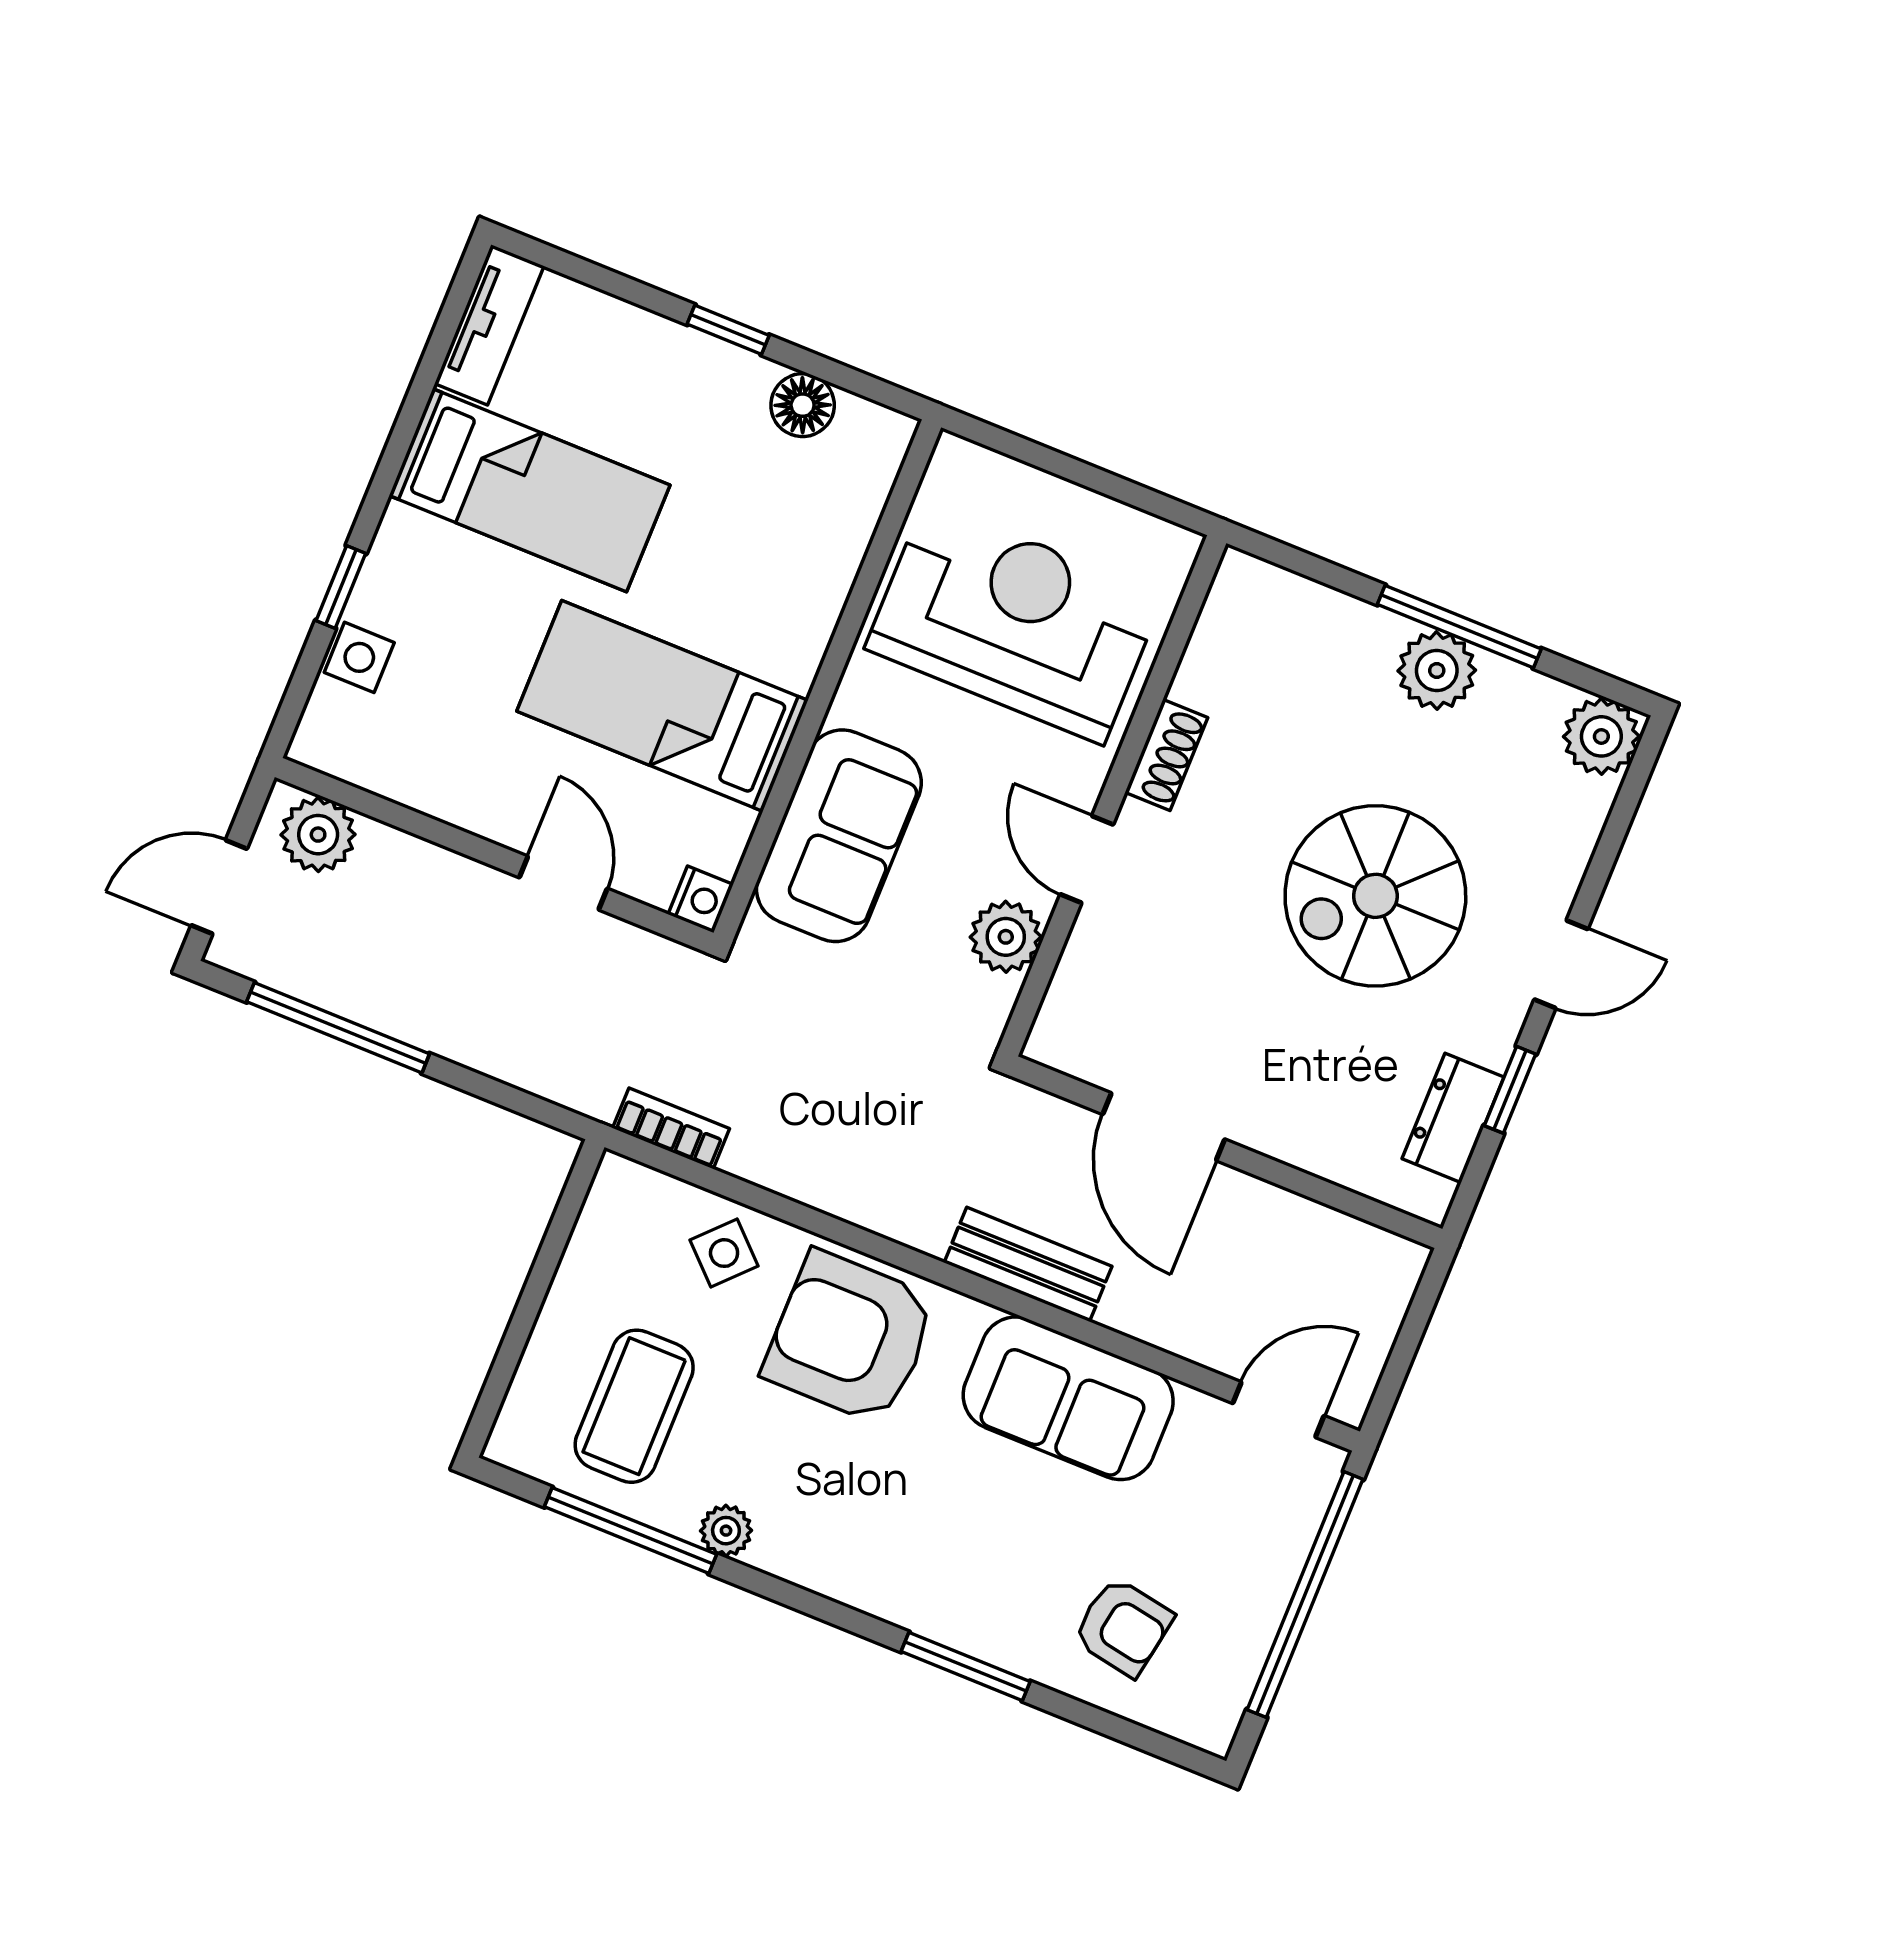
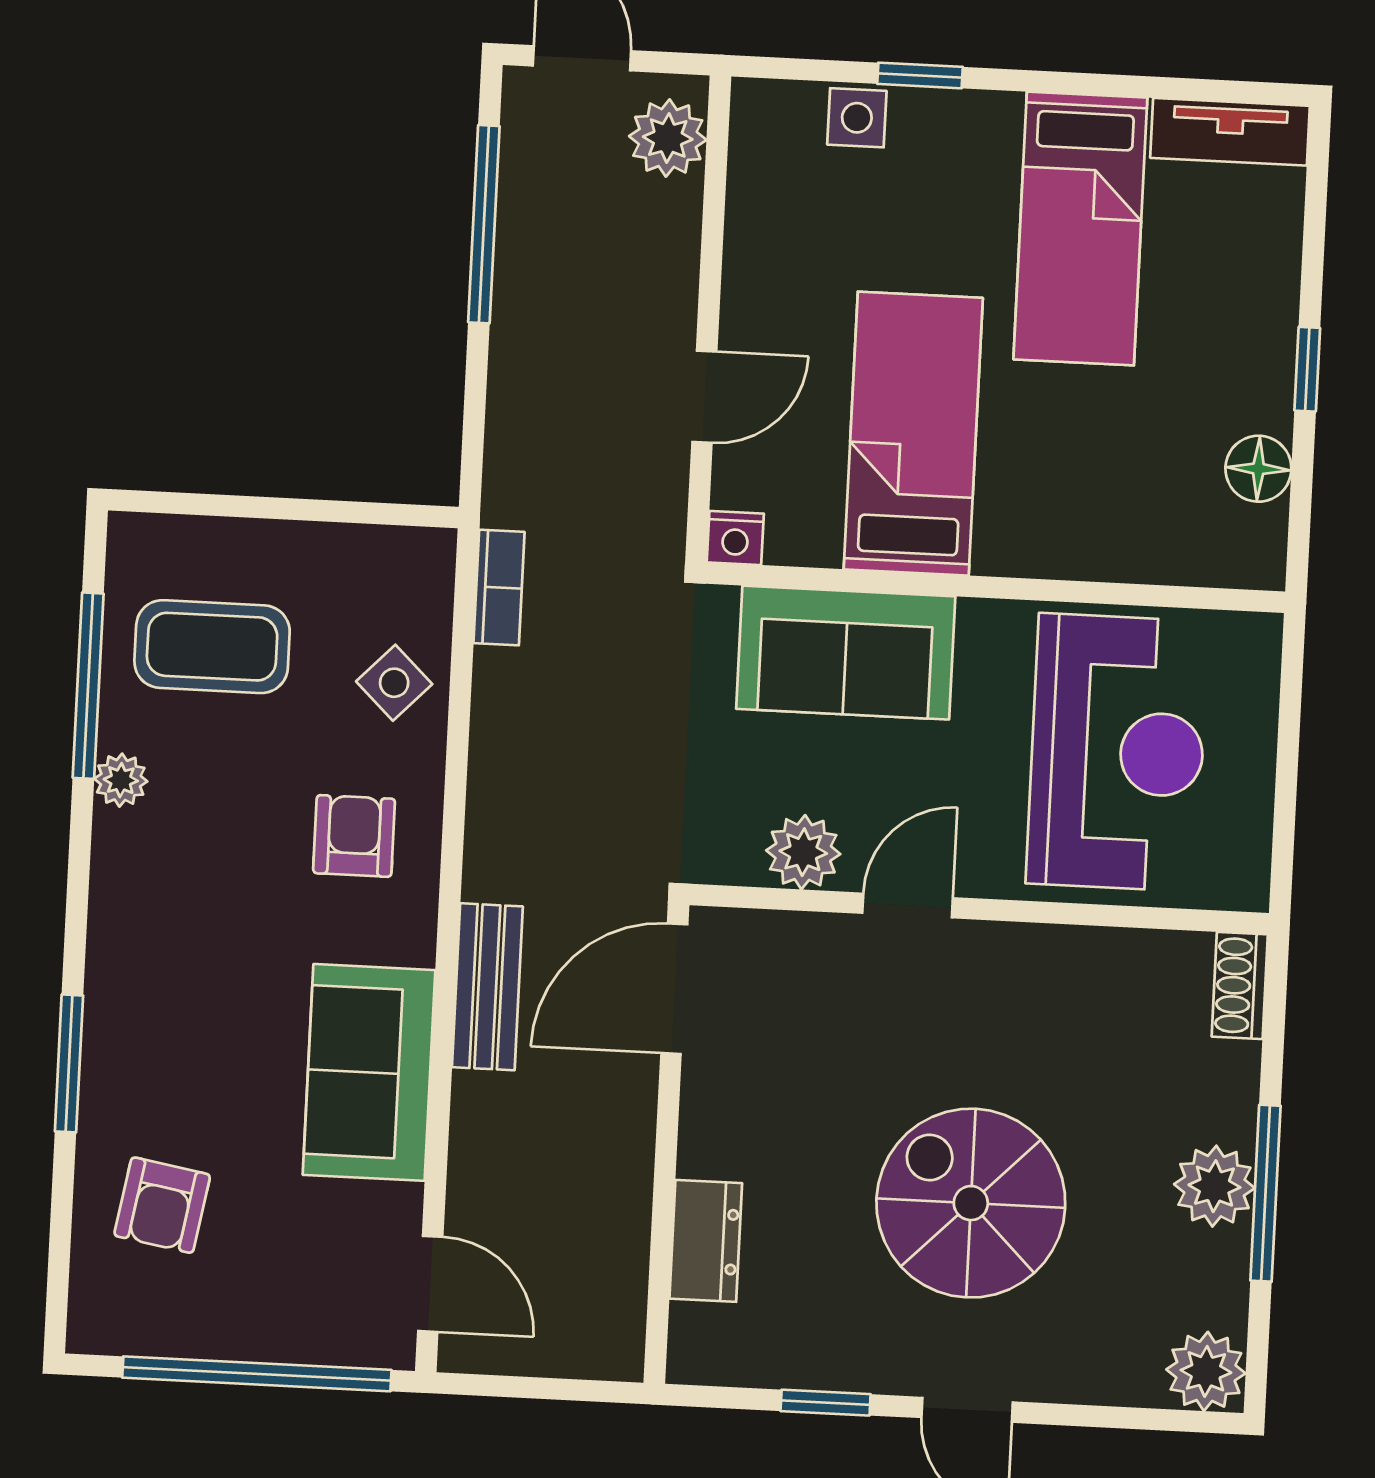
shoe rack: (1166, 755) -> (1240, 986), moved, turned 90
dresser: (1453, 1118) -> (706, 1241), moved, turned 90
door: (1164, 1127) -> (674, 989), moved
armchair: (850, 1337) -> (354, 836), width x0.53, depth x0.53

